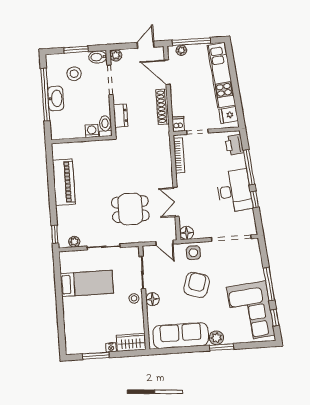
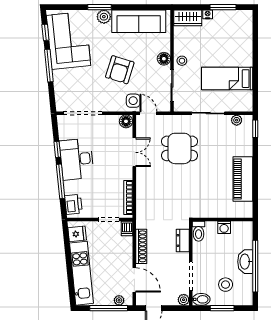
washing machine: (92, 131) -> (224, 227), moved
side table: (193, 253) -> (133, 101), moved

